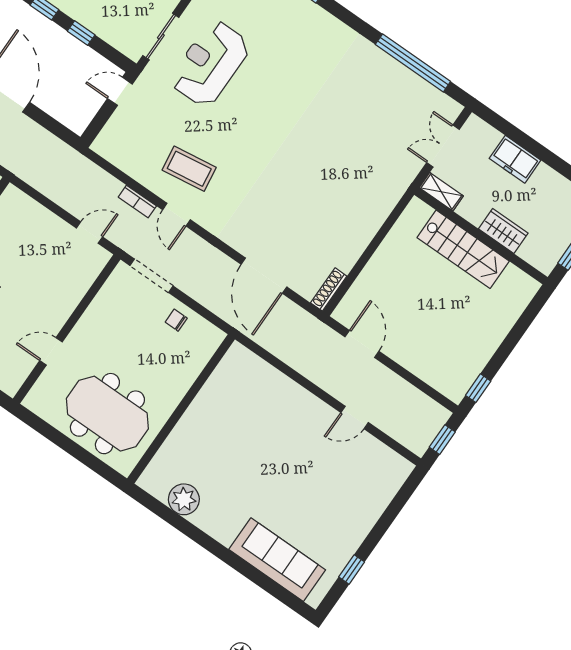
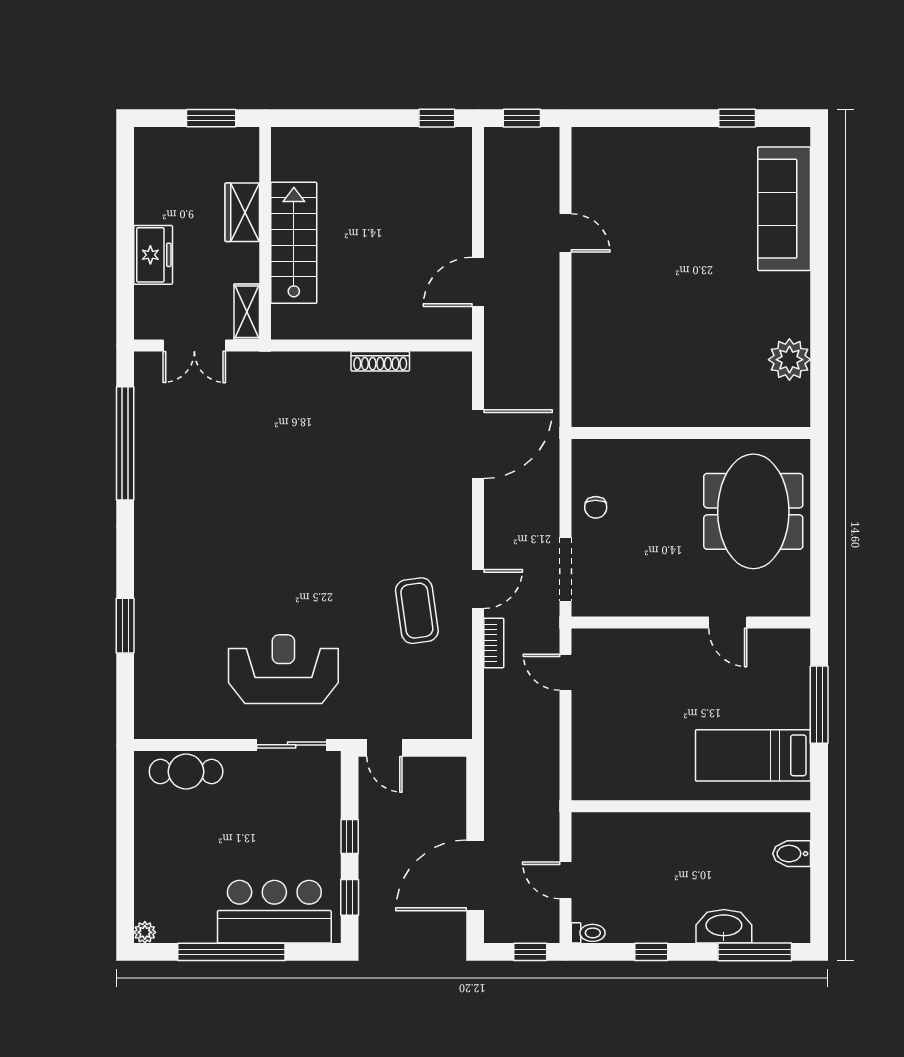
reception desk: (210, 63) -> (283, 669), turned 180
shoe rack: (329, 289) -> (380, 361), moved

